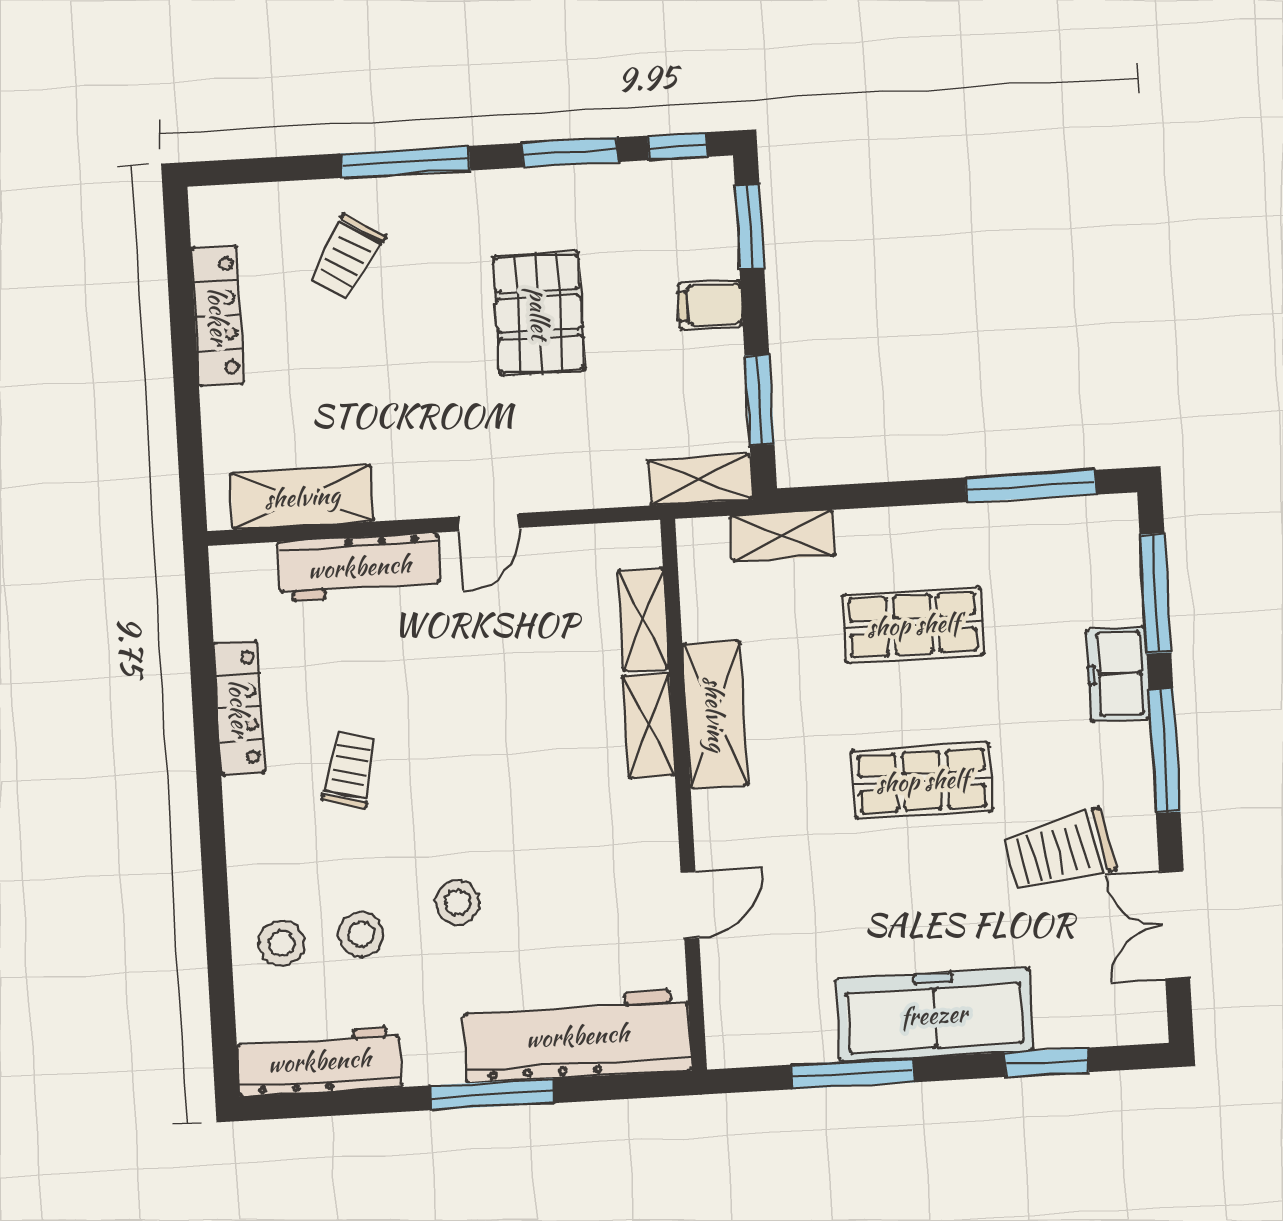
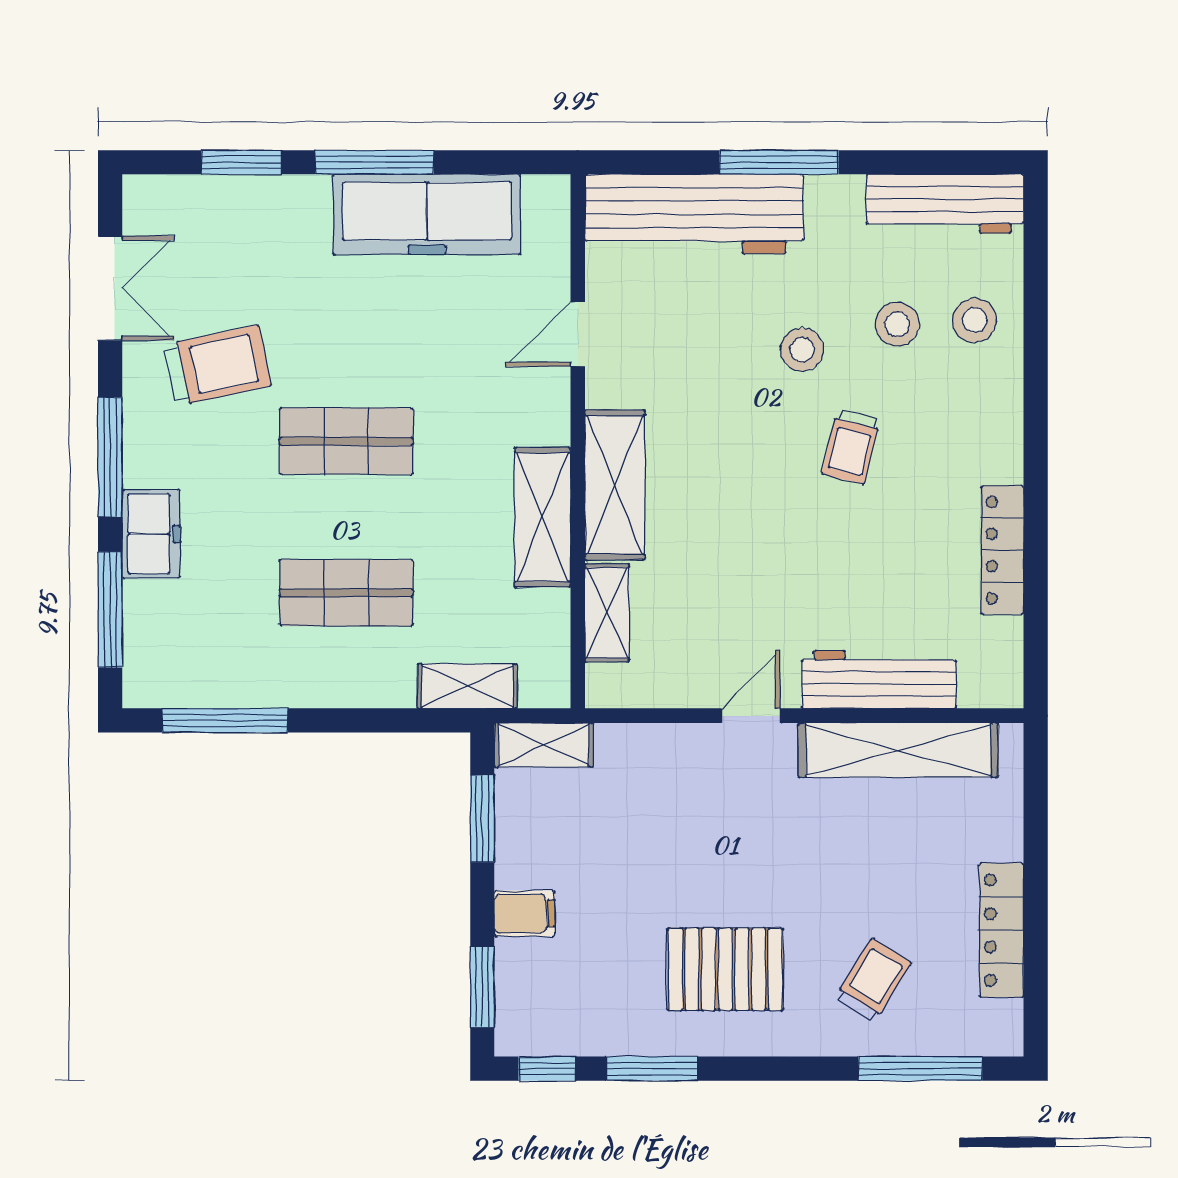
window: (406, 162) -> (920, 1069), moved
pallet: (539, 314) -> (725, 969), moved, turned 90
shelving: (302, 497) -> (898, 750), width x1.47
shelving: (649, 726) -> (615, 485), width x1.50, depth x1.33
trolley: (350, 770) -> (851, 447), moved
freezer: (934, 1015) -> (427, 214), moved
window: (852, 1074) -> (374, 162), moved

